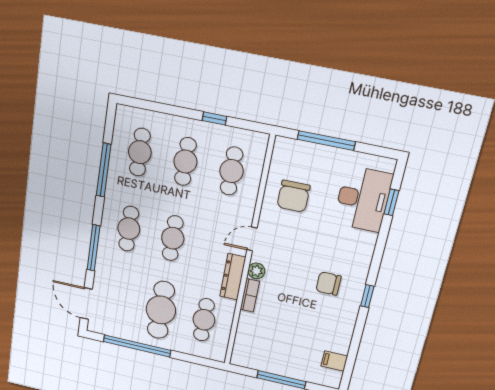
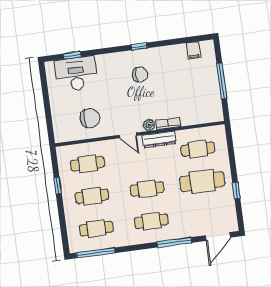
window: (326, 141) -> (48, 110), removed
window: (104, 170) -> (96, 253), moved
chair: (328, 284) -> (140, 75), turned -90
window: (137, 346) -> (236, 191), width x0.32

